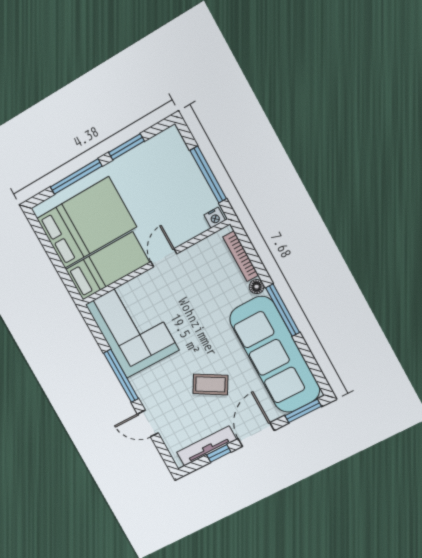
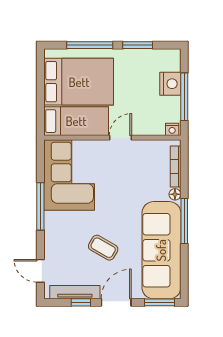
nightstand: (185, 169) -> (170, 84), added
door: (148, 423) -> (40, 271), moved

